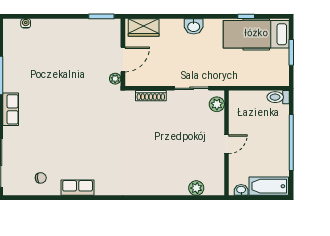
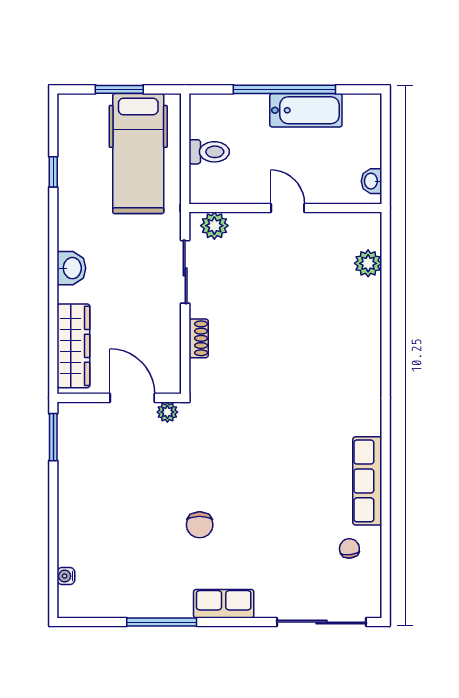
wardrobe: (144, 27) -> (73, 346), width x1.50
hospital bed: (256, 34) -> (138, 153), moved
chair: (54, 96) -> (200, 525), added
shoe rack: (151, 96) -> (199, 338), width x0.70
toilet: (278, 97) -> (209, 152), moved, turned -90
bathtub: (269, 186) -> (306, 110), moved, turned -90
row of seats: (78, 188) -> (367, 481), width x1.48

